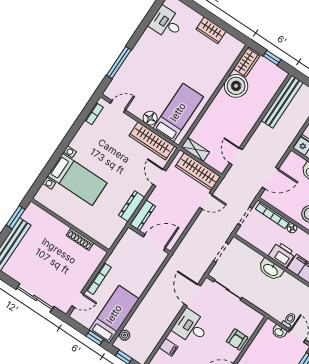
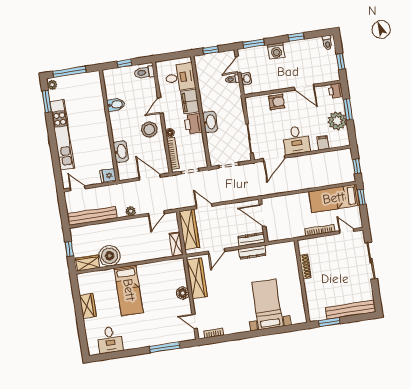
bed: (178, 112) -> (129, 290), moved, turned -90
plant: (125, 335) -> (131, 211), moved

